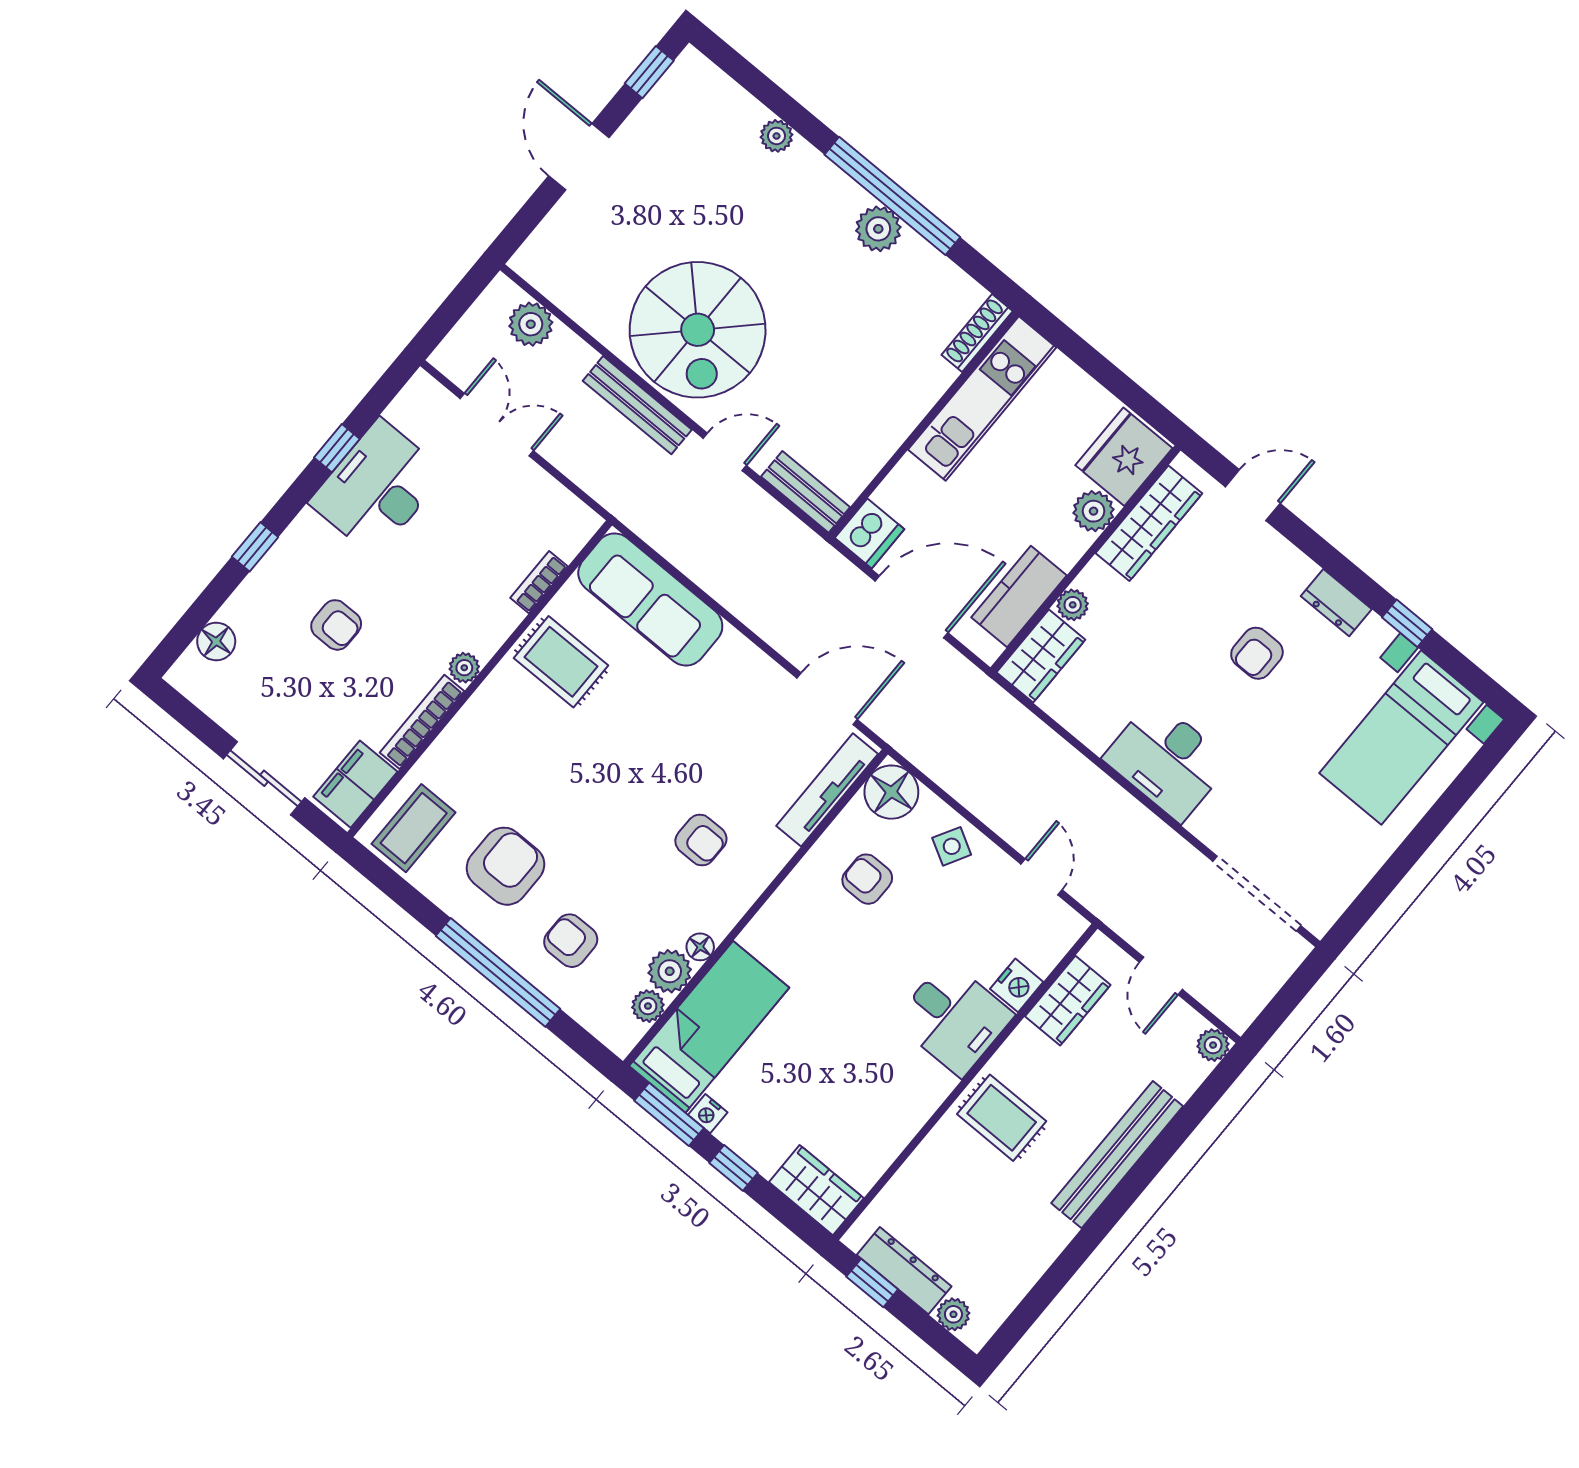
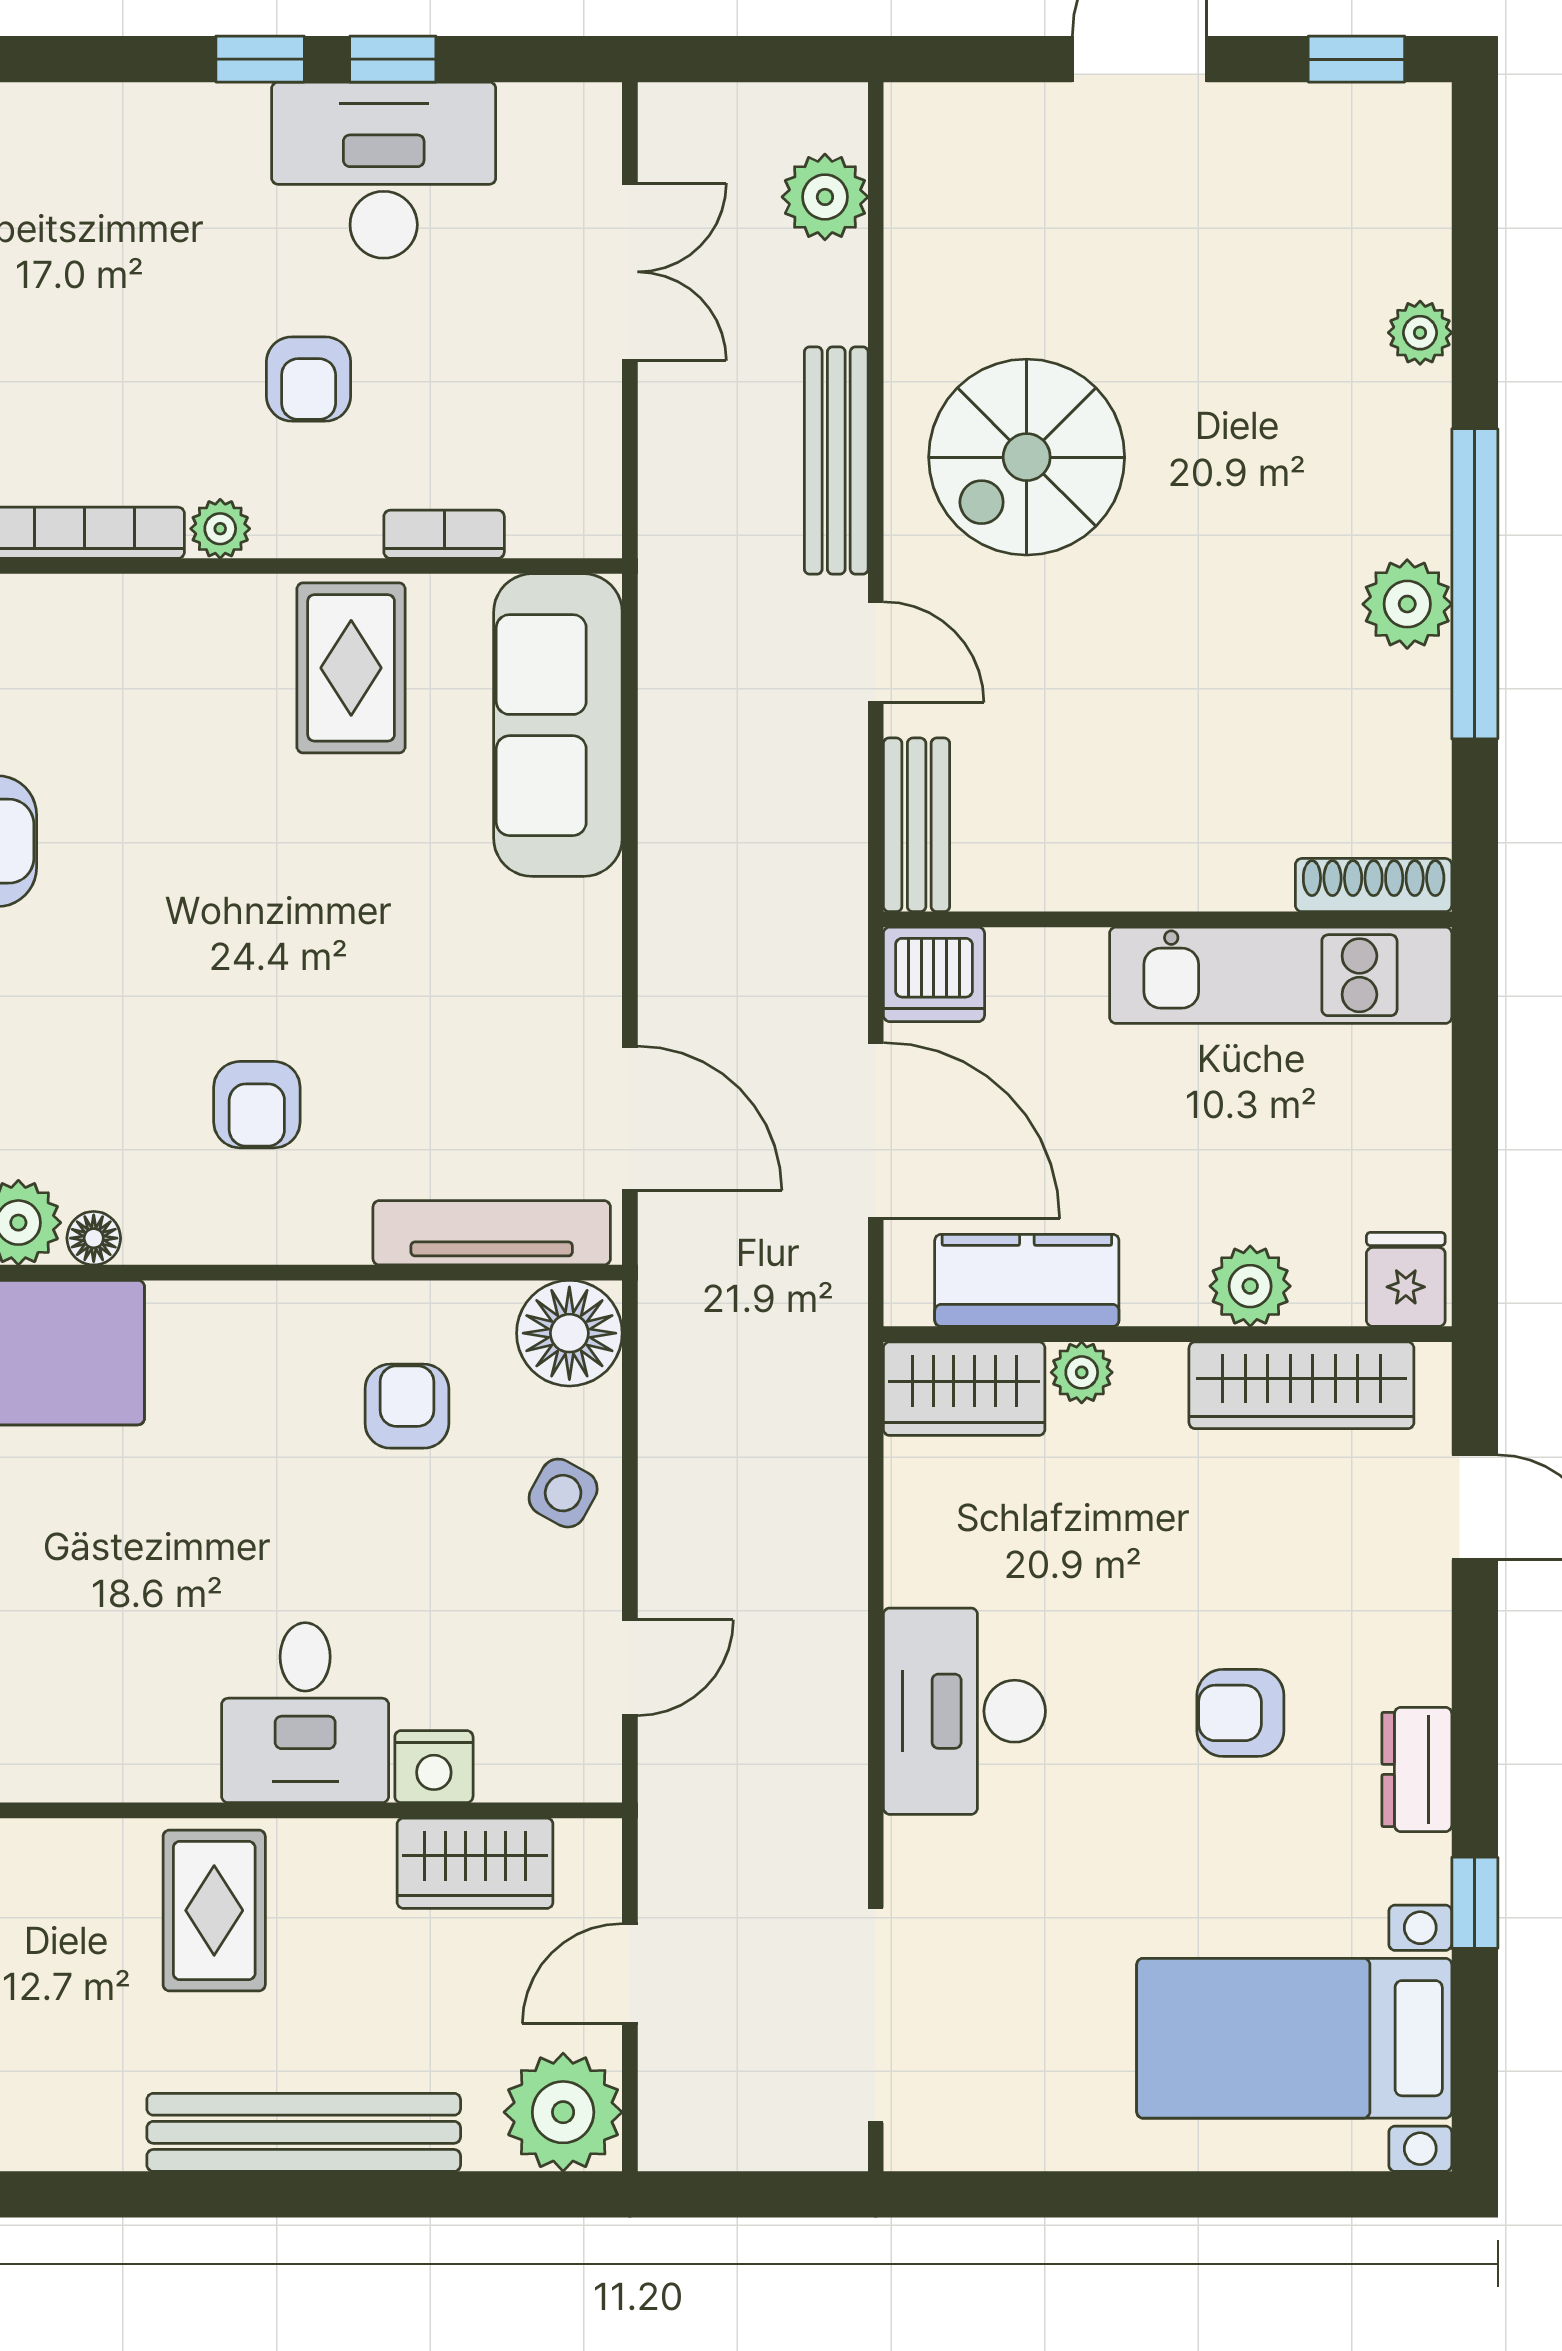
spiral stairs: (698, 330) -> (1027, 457), width x0.73, depth x0.73
fridge: (1124, 457) -> (1406, 1279), width x0.53, depth x0.75
window: (255, 547) -> (260, 59), moved
armchair: (336, 625) -> (309, 379), moved
plant: (1213, 1045) -> (563, 2112), width x1.88, depth x1.88

